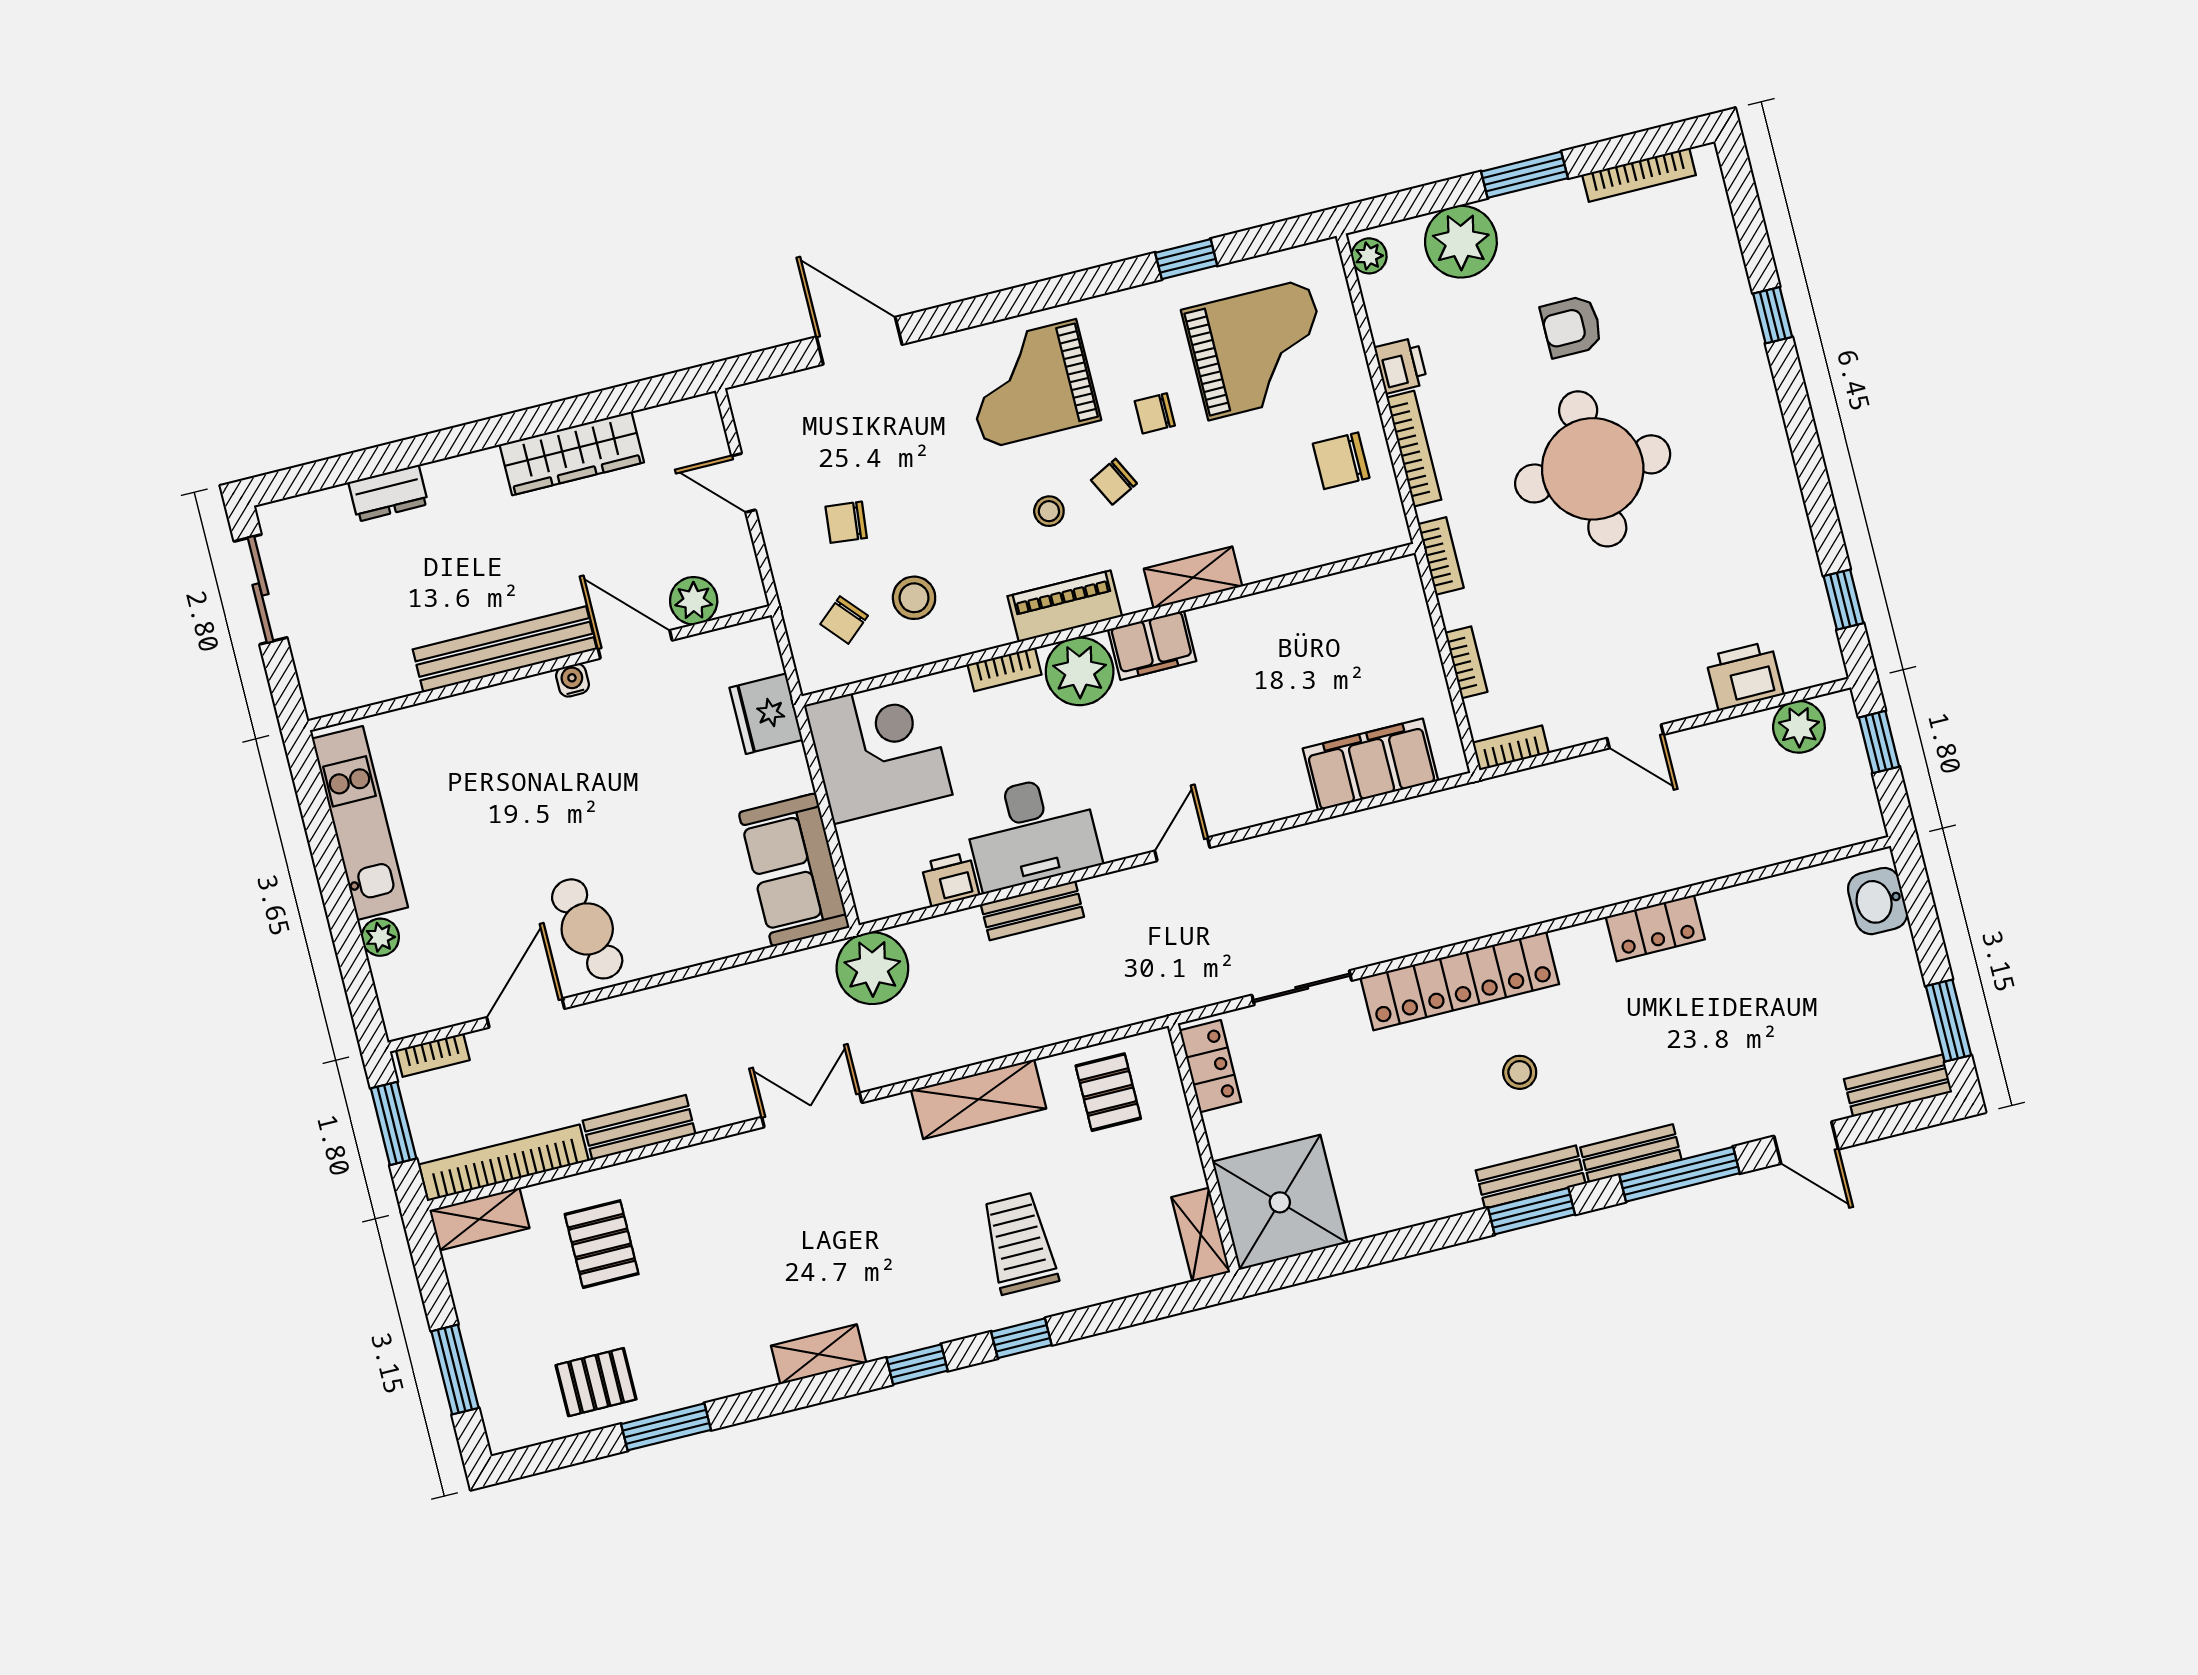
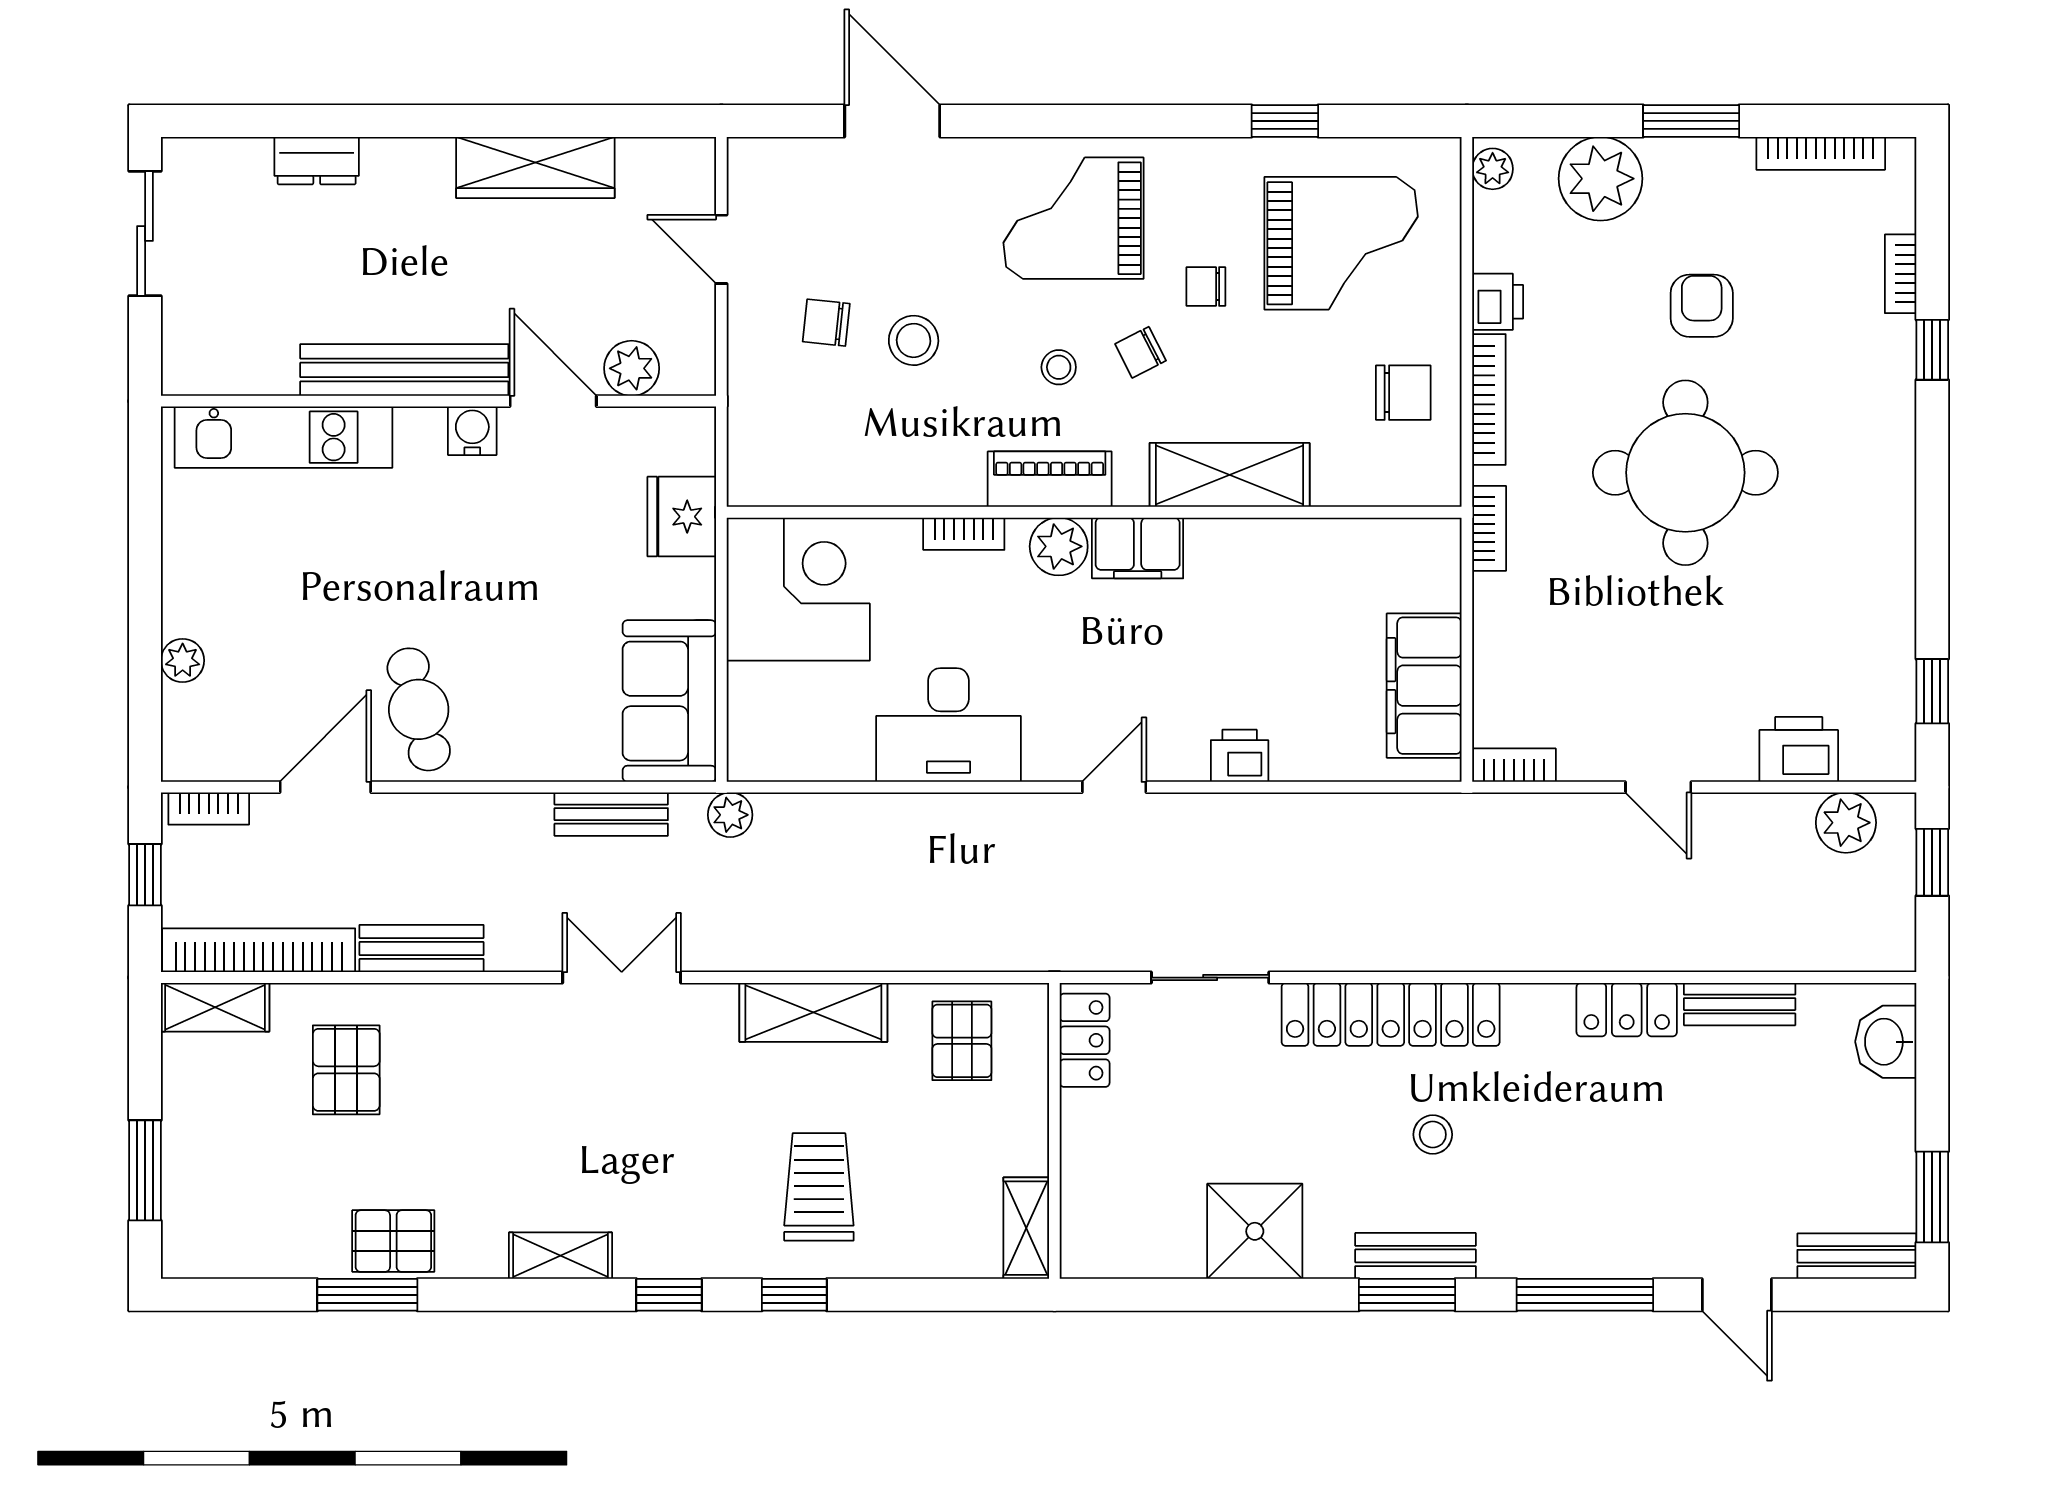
armchair: (1572, 326) -> (1702, 306), turned 90
chair: (1341, 461) -> (1403, 393), turned 180
shelving: (1193, 578) -> (1230, 475), width x1.50, depth x1.33
stool: (914, 598) -> (914, 340), moved
chair: (844, 620) -> (796, 432), removed
bookcase: (1466, 662) -> (1901, 274), moved, turned 180
plant: (1080, 671) -> (1059, 546), width x0.73, depth x0.73
water cooler: (573, 680) -> (472, 431), width x1.38, depth x1.38
filing cabinet: (1370, 765) -> (1424, 686), moved, turned -90
kitchen unit: (360, 823) -> (284, 437), moved, turned 90
printer: (950, 879) -> (1240, 756), moved
bench: (1032, 911) -> (611, 814), moved
plant: (872, 968) -> (730, 815), width x0.53, depth x0.53
window: (394, 1123) -> (145, 875), width x0.67
bench: (1631, 1153) -> (1740, 1004), moved
shower: (1280, 1202) -> (1255, 1231), moved, width x0.73, depth x0.73
pallet: (596, 1382) -> (393, 1241), moved

